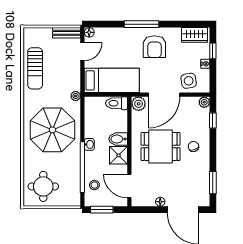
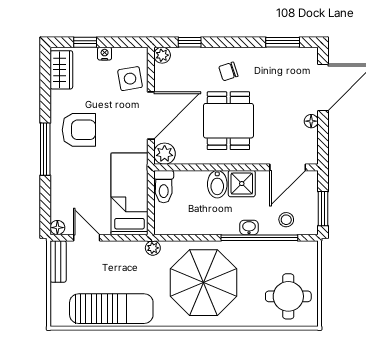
sun lounger: (35, 68) -> (111, 309), width x1.36, depth x1.34
door: (164, 95) -> (151, 115), hinge flipped
washbasin: (89, 144) -> (249, 227), moved

